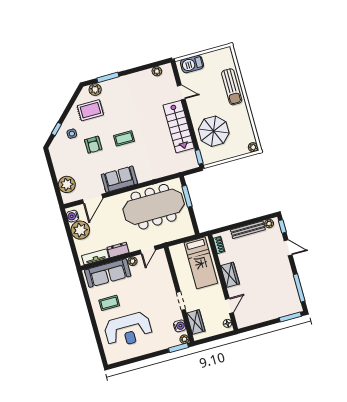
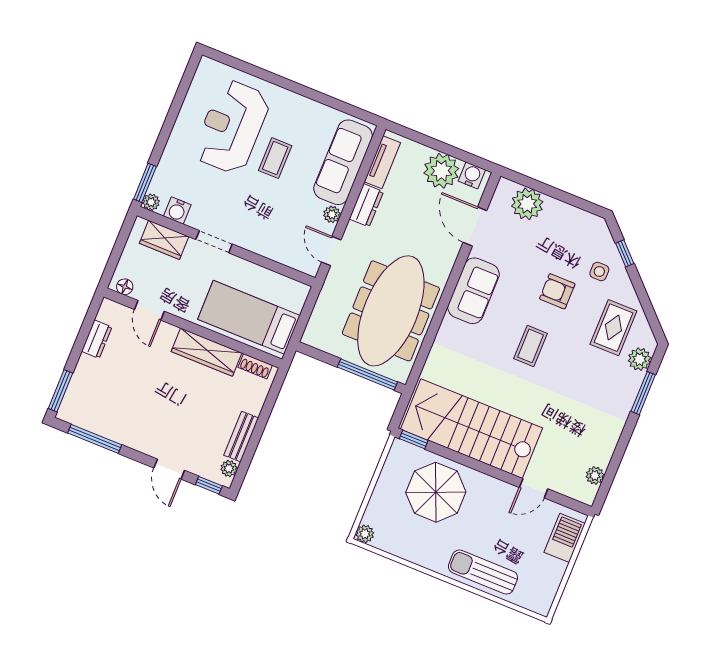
stairs: (179, 127) -> (472, 429), width x1.36, depth x1.51
window: (187, 196) -> (367, 375), width x1.44
bench: (248, 230) -> (241, 437), width x0.73
door: (288, 248) -> (169, 469), hinge flipped
wardrobe: (230, 275) -> (206, 352), width x1.50
coffee table: (109, 303) -> (275, 158), moved
dresser: (258, 318) -> (97, 339), added

